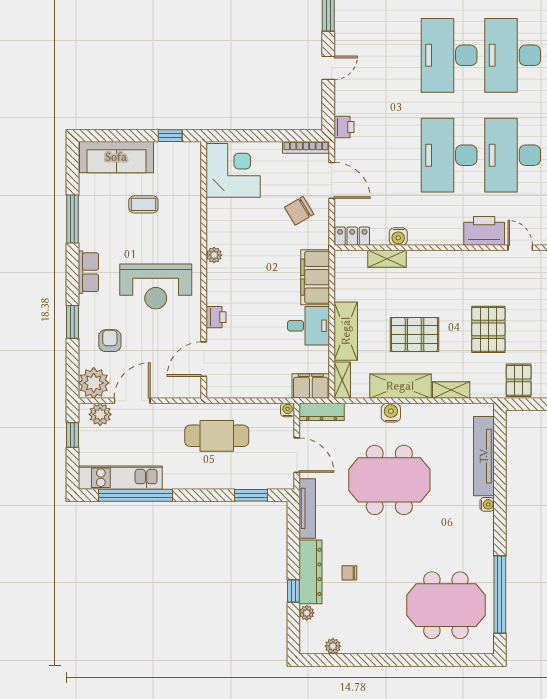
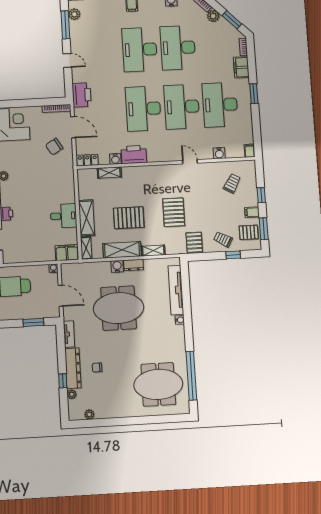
door: (328, 68) -> (67, 61), hinge flipped
printer: (344, 127) -> (82, 95), width x1.87, depth x1.48
printer: (484, 231) -> (134, 155), moved
filing cabinet: (315, 277) -> (66, 186), removed
dresser: (322, 412) -> (134, 265), moved, width x0.70
tv unit: (307, 508) -> (69, 334), width x0.71

